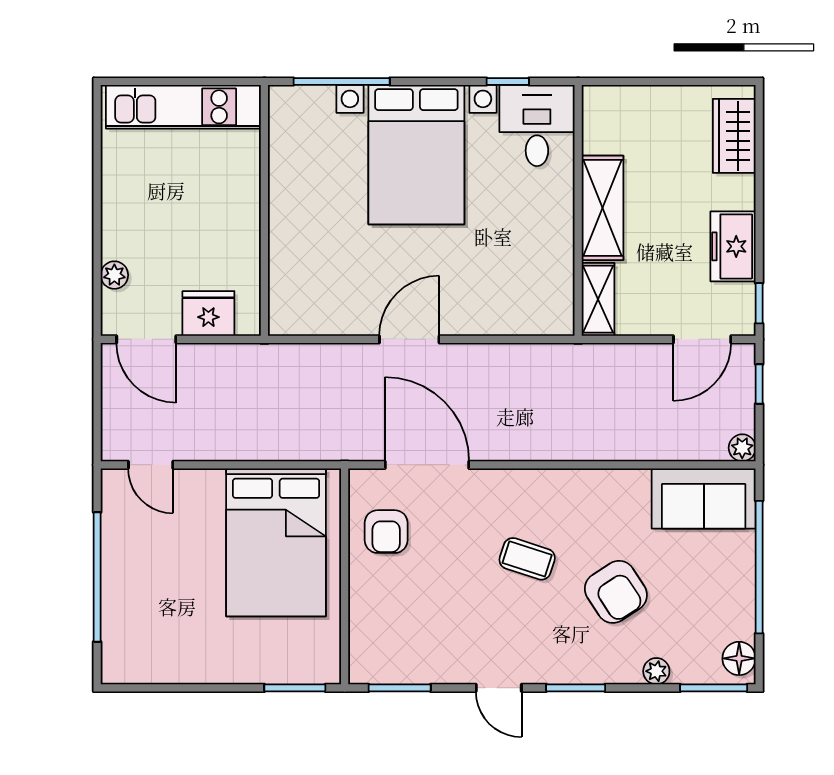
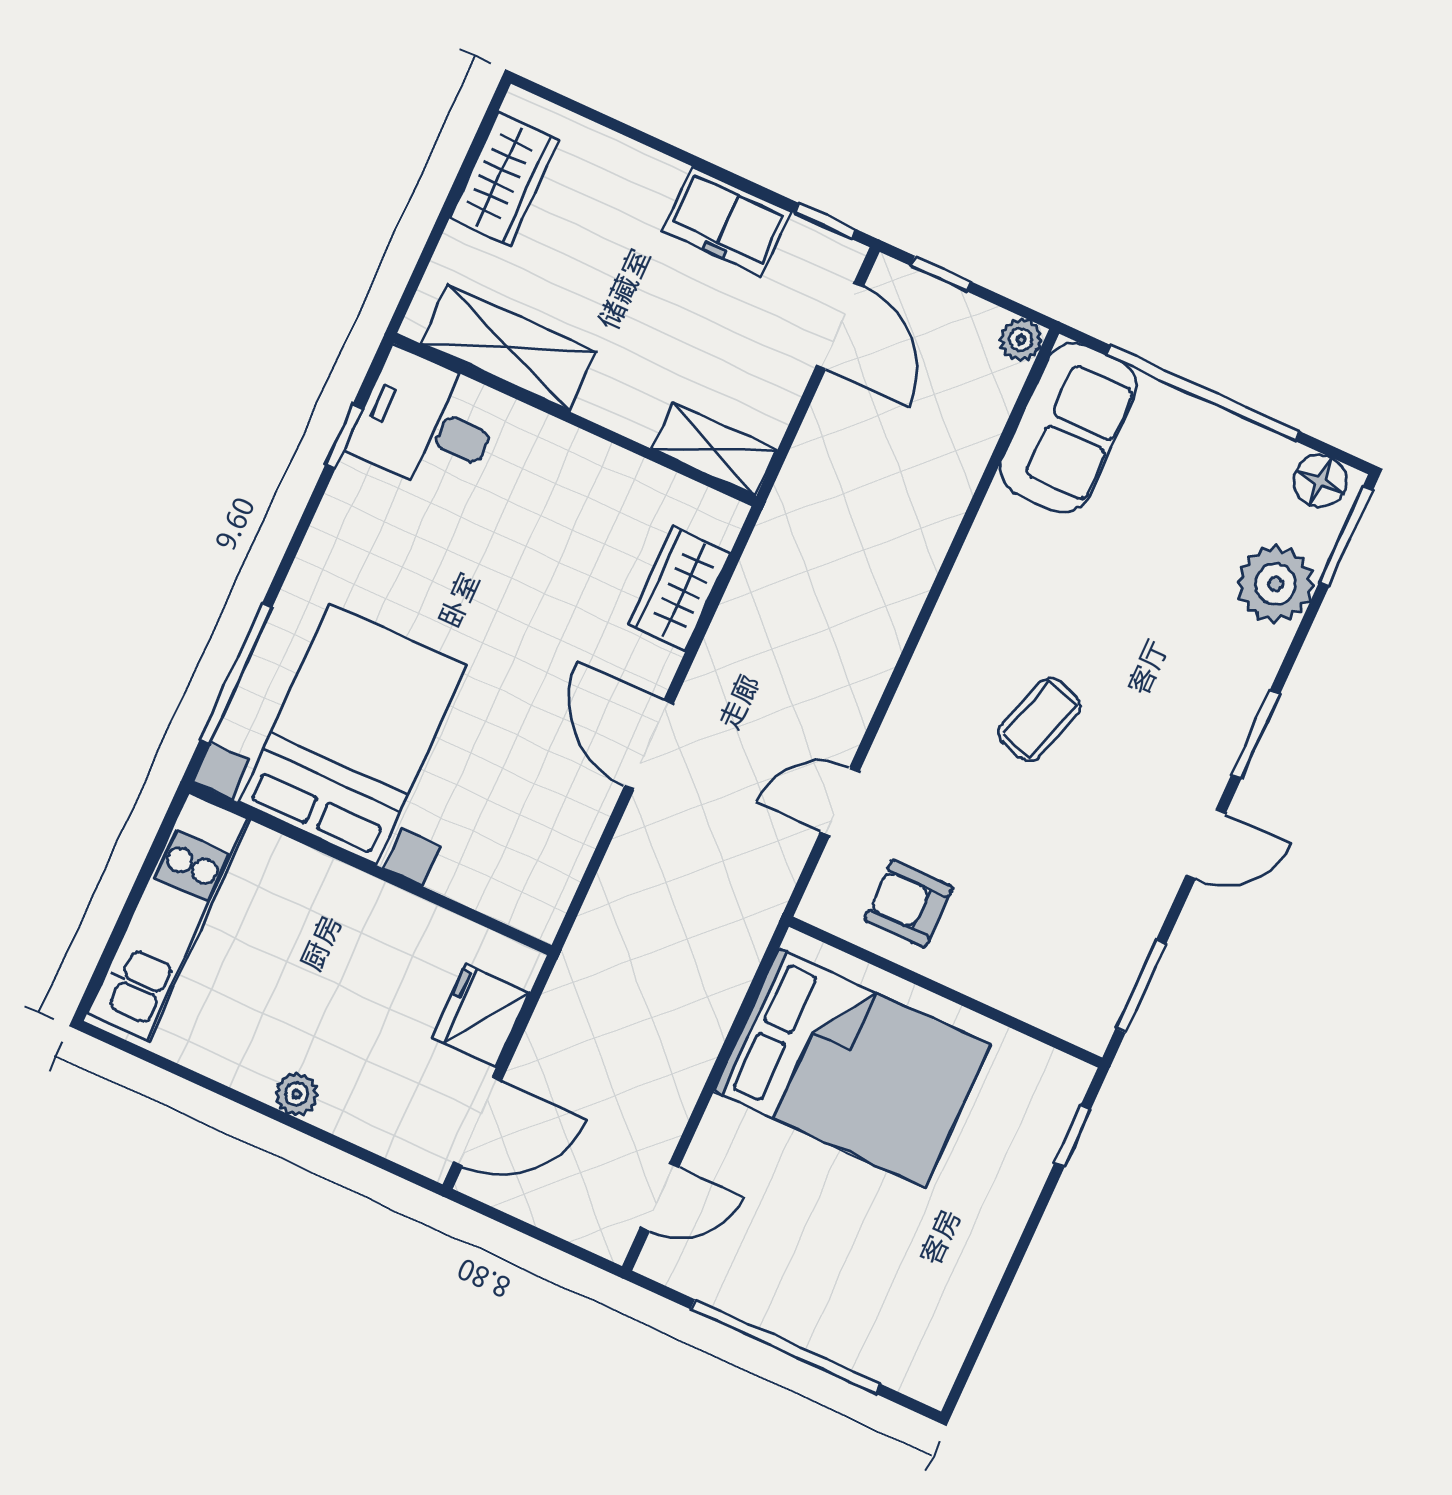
wardrobe: (734, 136) -> (505, 179), moved, turned -90
bed with nightstands: (416, 155) -> (353, 734), moved, turned -90
shelving: (602, 208) -> (508, 348), moved
plant: (114, 275) -> (297, 1094), moved
wardrobe: (508, 316) -> (679, 589), added
door: (427, 465) -> (840, 801), width x0.53
armchair: (386, 532) -> (909, 904), turned 180
armchair: (616, 592) -> (1145, 614), removed
plant: (656, 671) -> (1276, 584), width x1.88, depth x1.88
window: (295, 688) -> (1073, 1136), width x0.67

